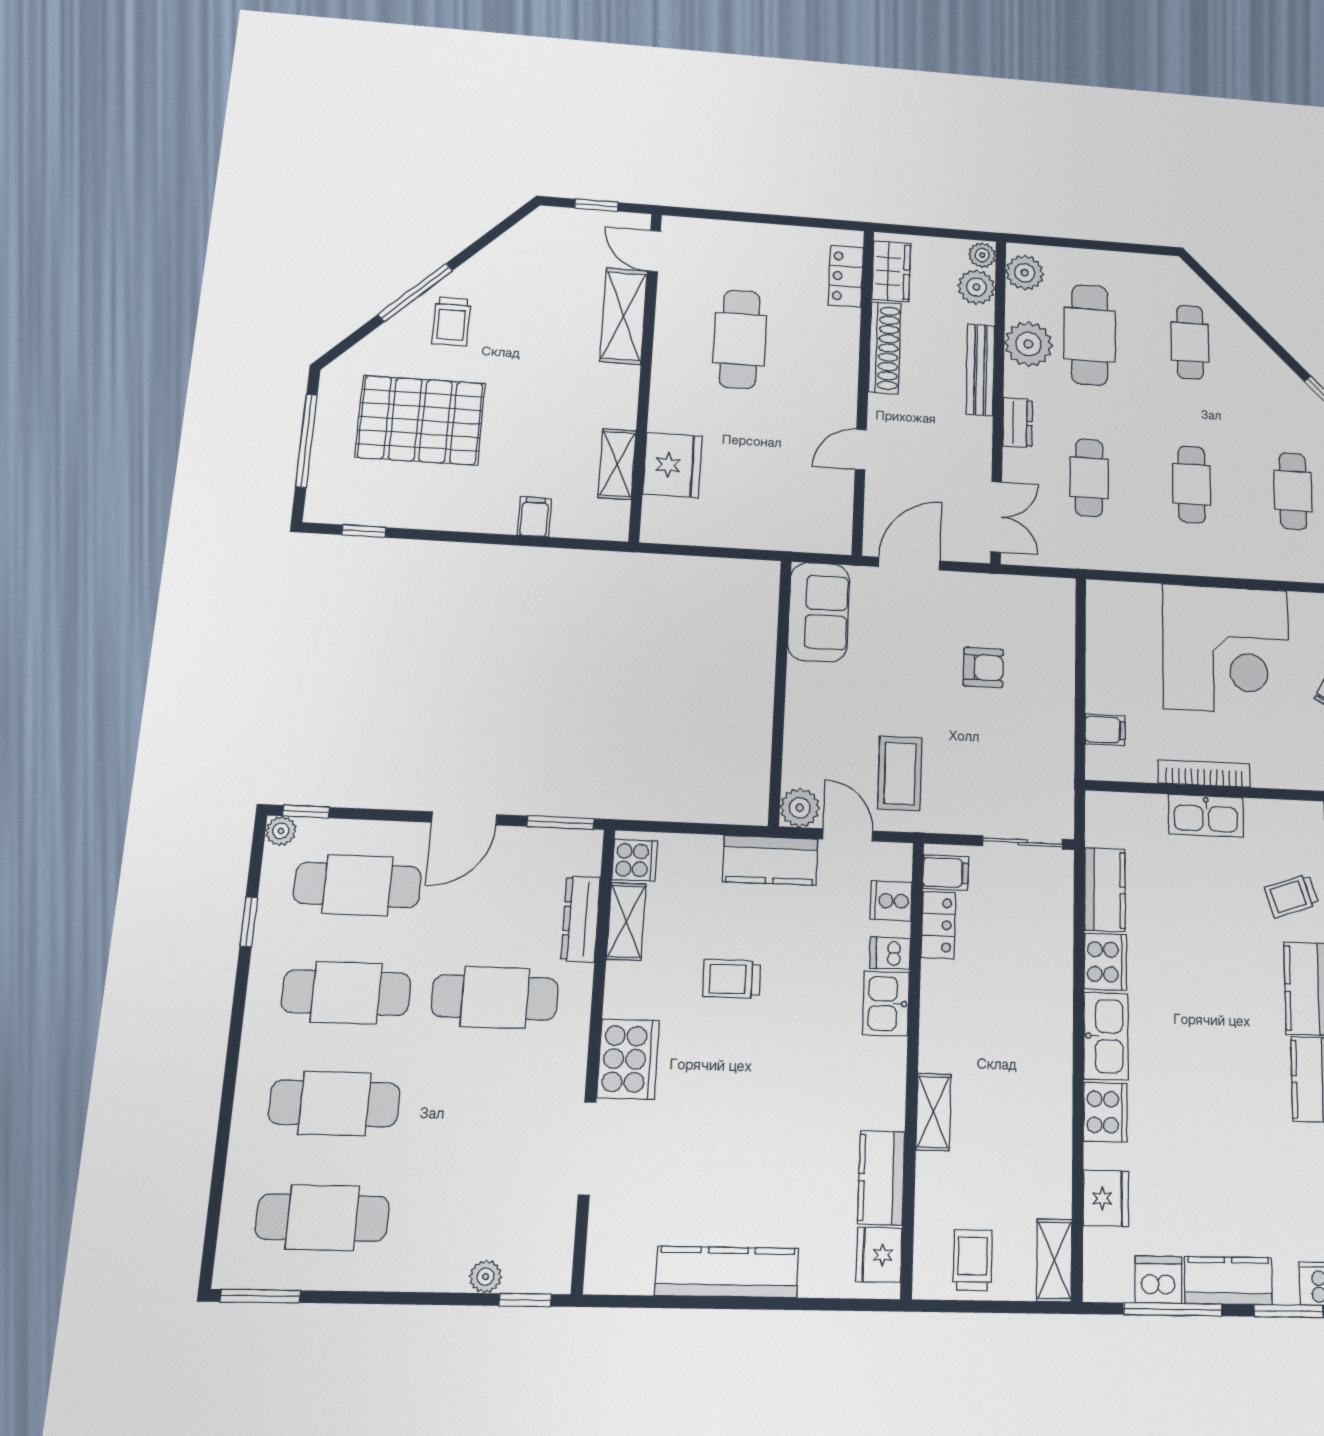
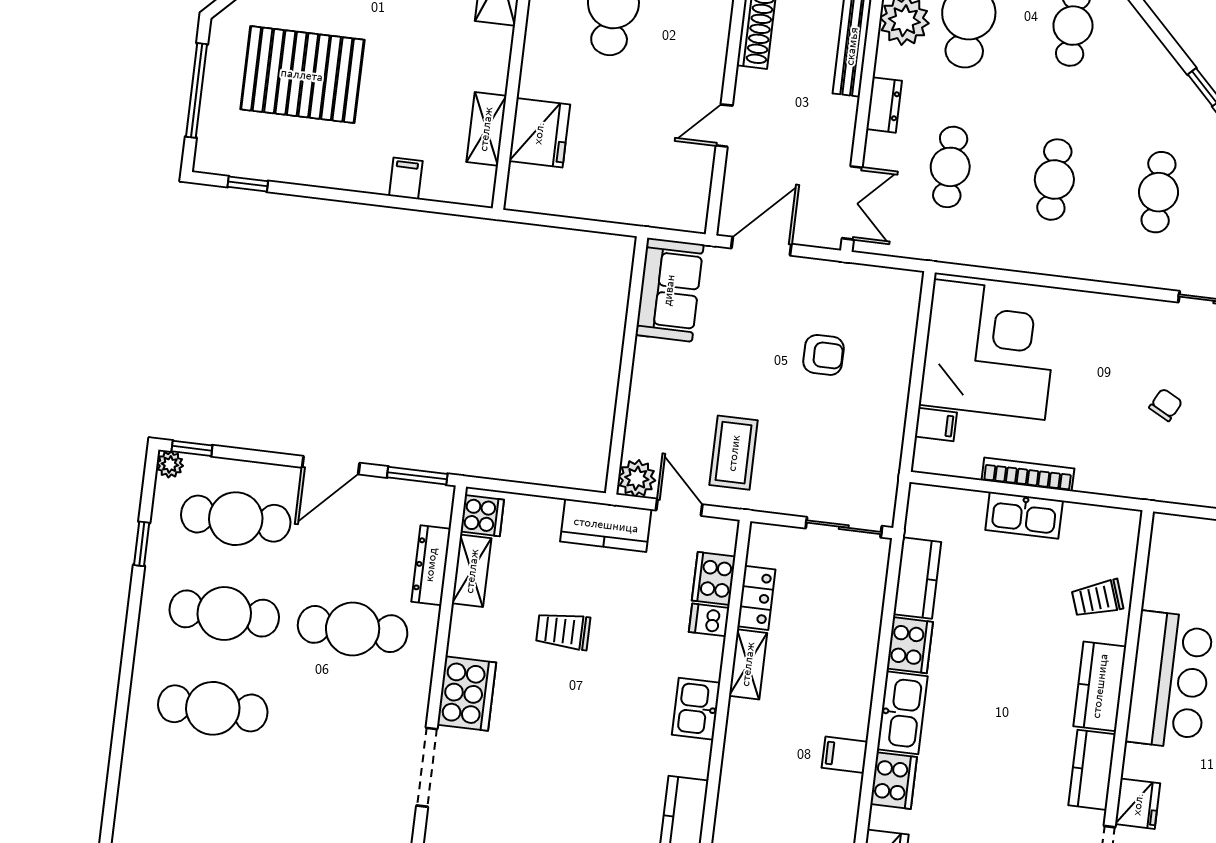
corner desk: (1226, 649) -> (989, 350), moved, turned -90
filing cabinet: (946, 873) -> (845, 755), moved, turned 180
cooker: (891, 901) -> (714, 579), width x1.36
kitchen sink: (886, 1003) -> (696, 709), moved
shelving: (933, 1112) -> (748, 664), moved
cafe table: (322, 1218) -> (201, 803), removed

